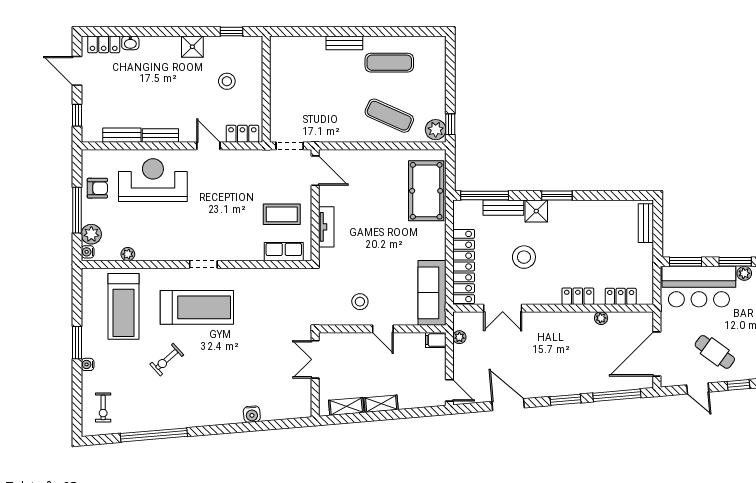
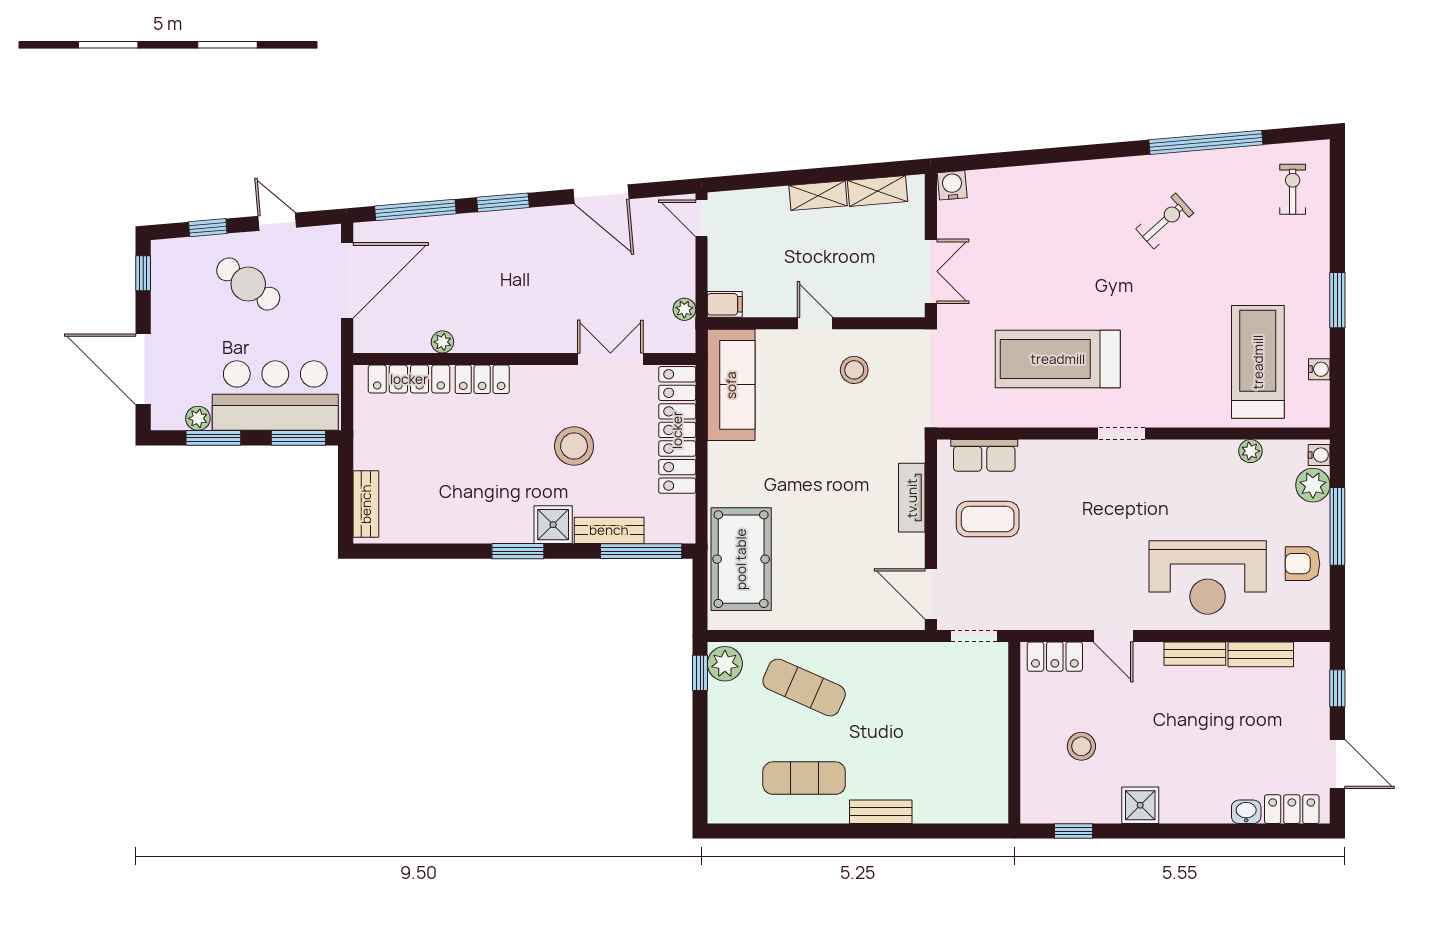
locker: (621, 296) -> (409, 379), width x1.53
treadmill: (197, 307) -> (1058, 359), moved
exercise bike: (167, 360) -> (1165, 221), moved
water cooler: (88, 364) -> (1319, 369), moved
water cooler: (252, 414) -> (952, 185), moved

